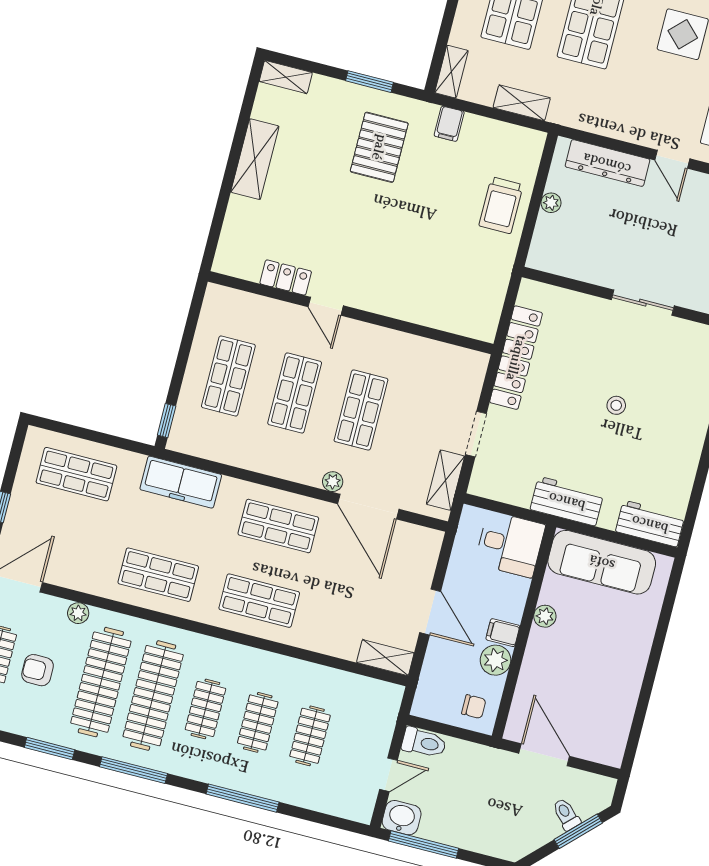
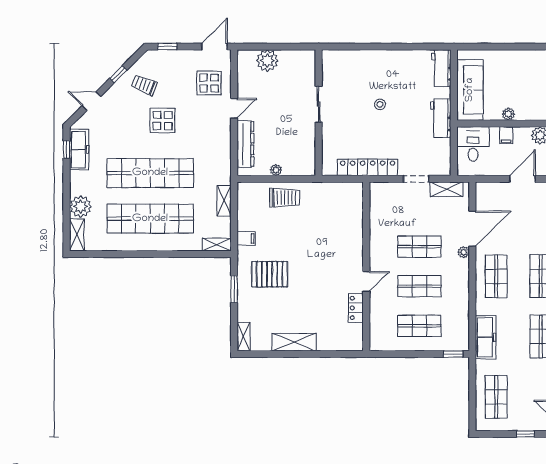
filing cabinet: (503, 633) -> (506, 135), moved

